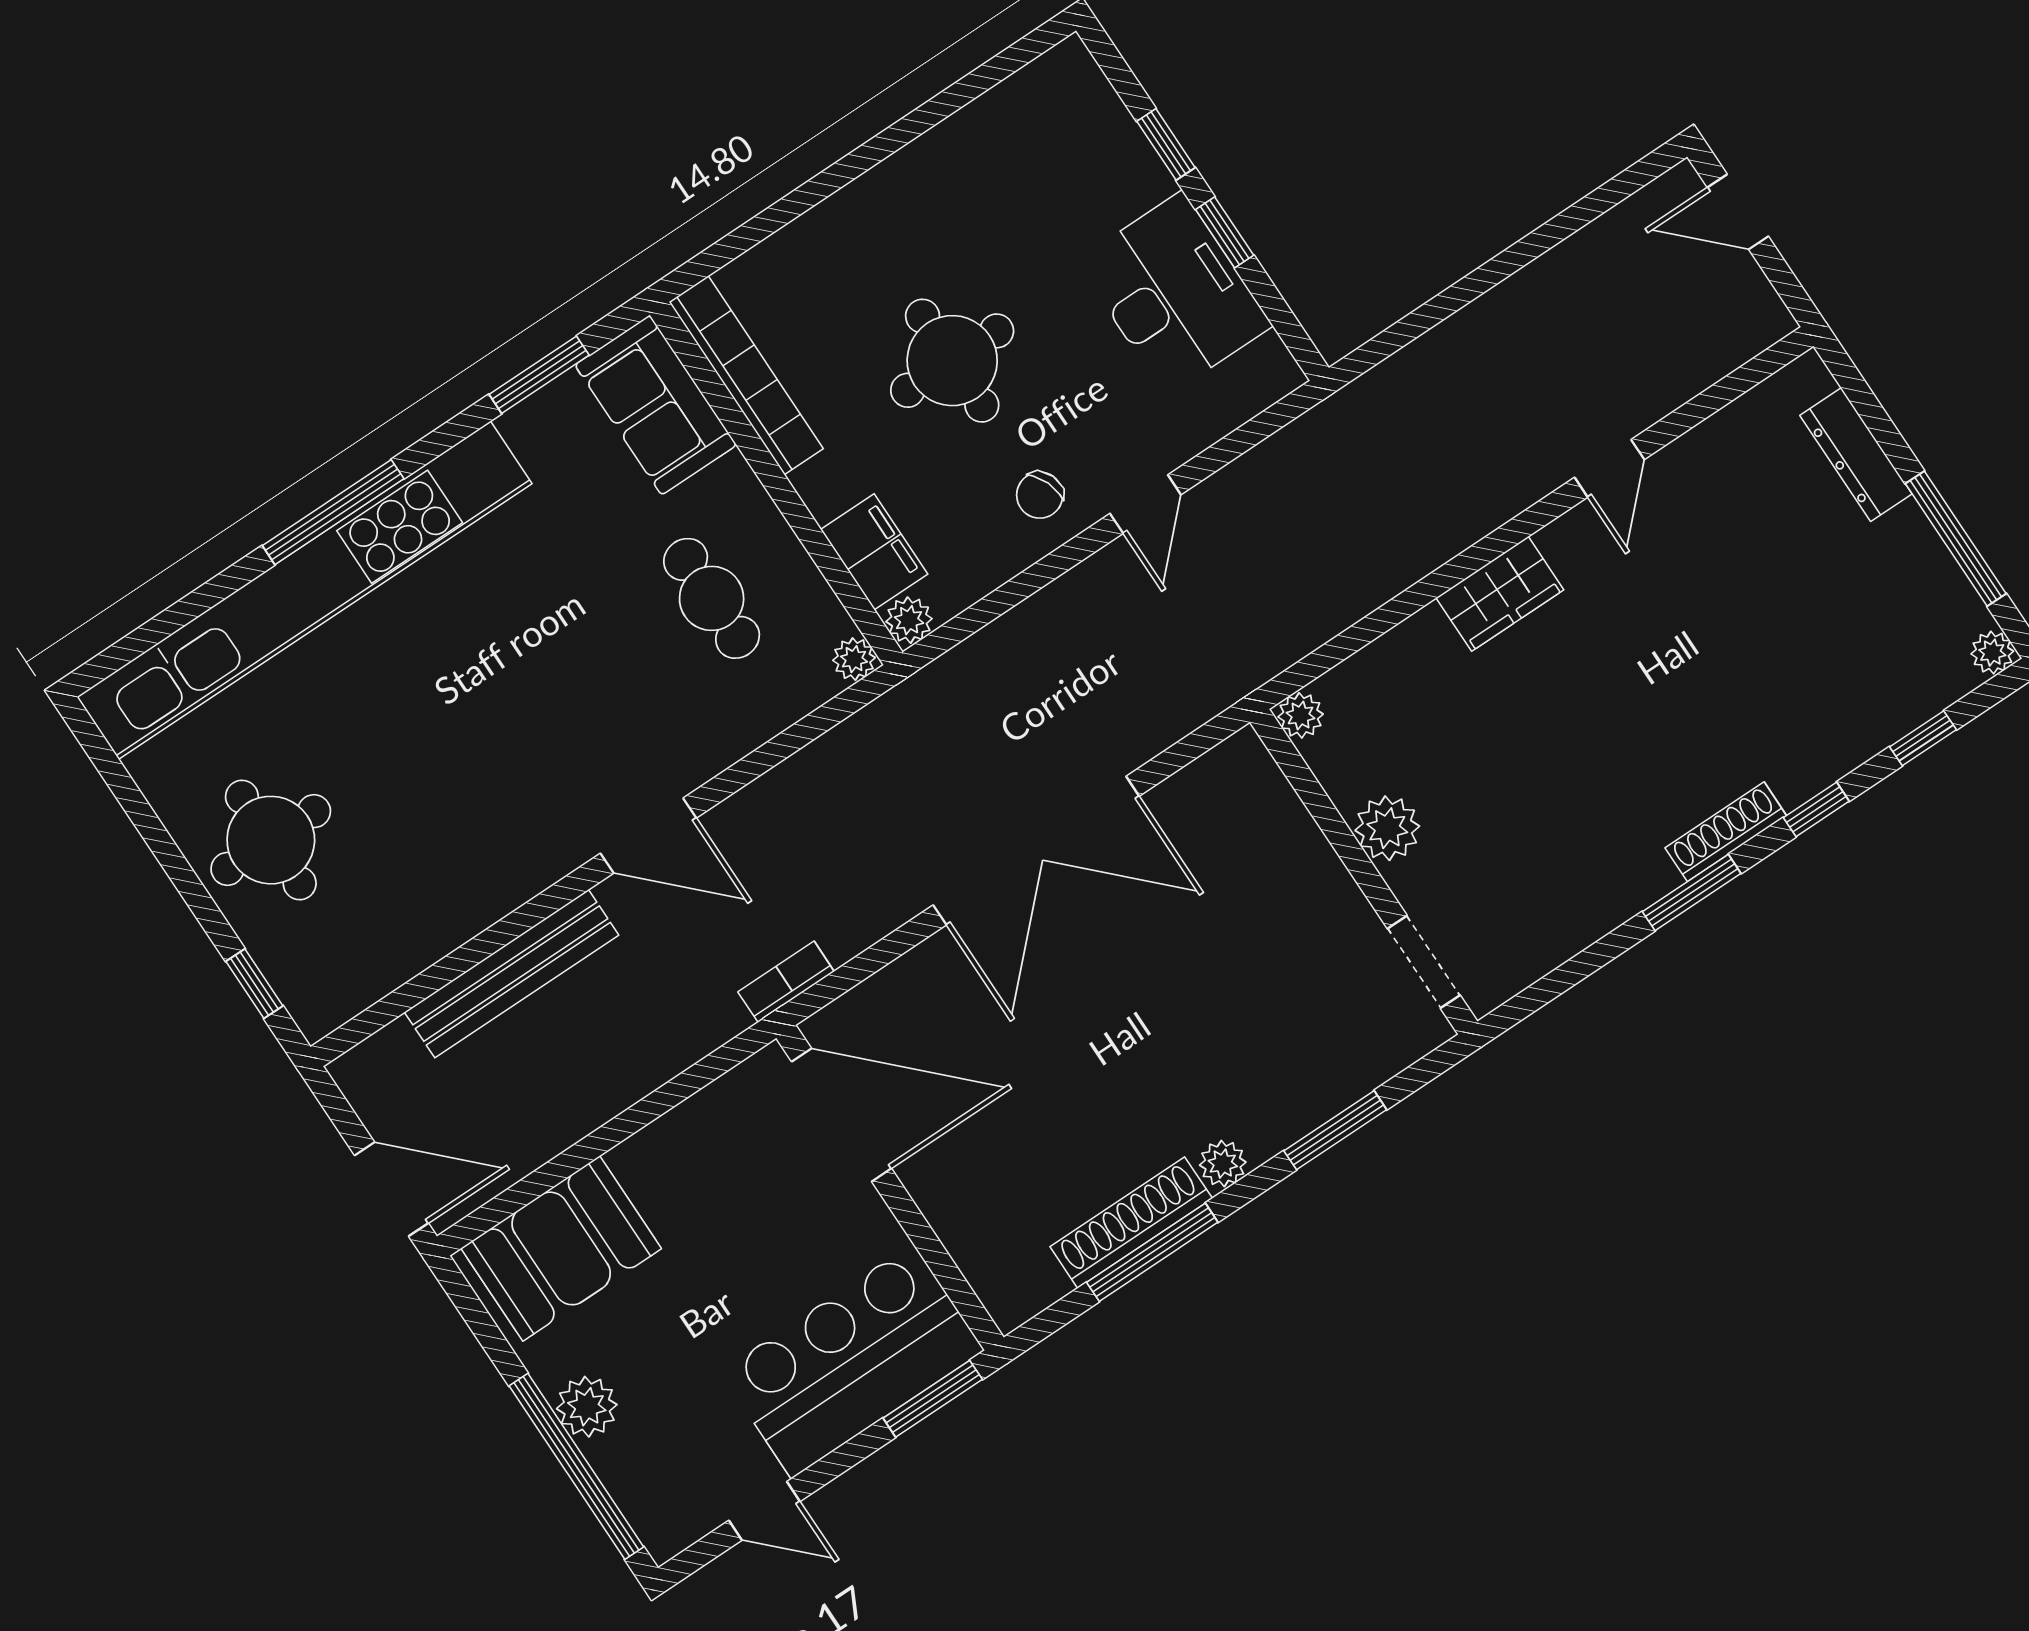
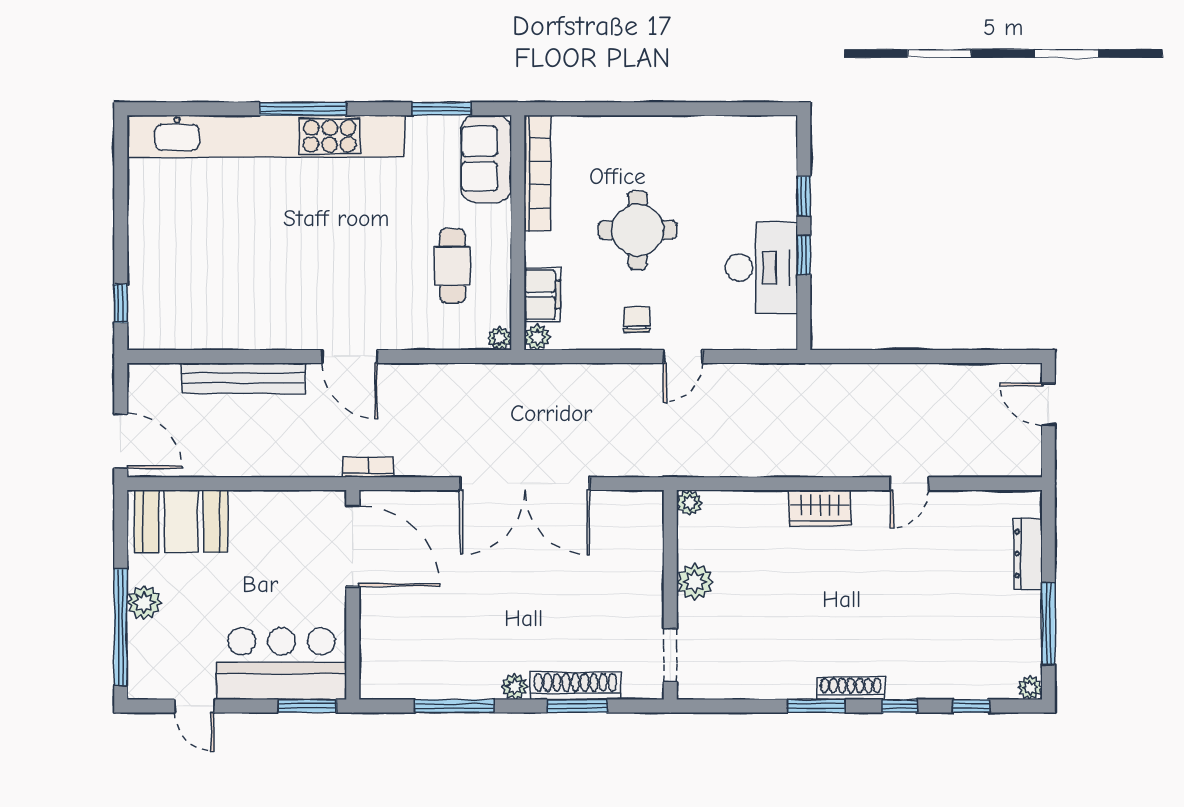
chair: (1040, 495) -> (637, 320), turned 111
round table: (271, 840) -> (173, 242), removed
shoe rack: (1131, 1223) -> (575, 686), moved

